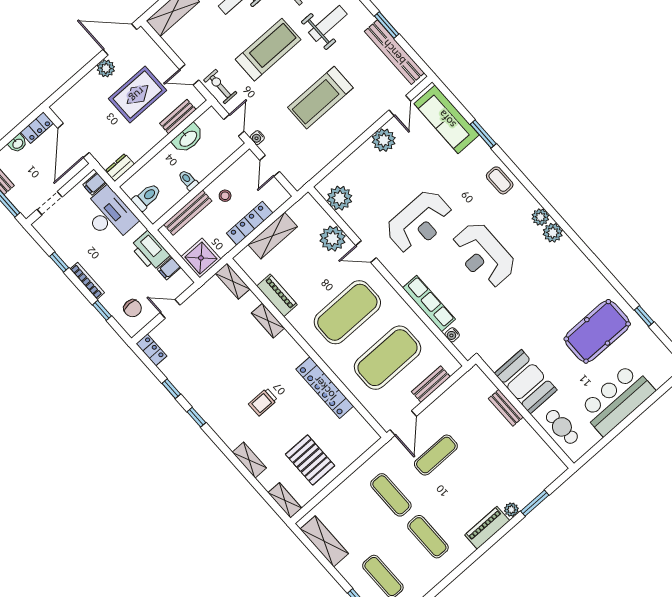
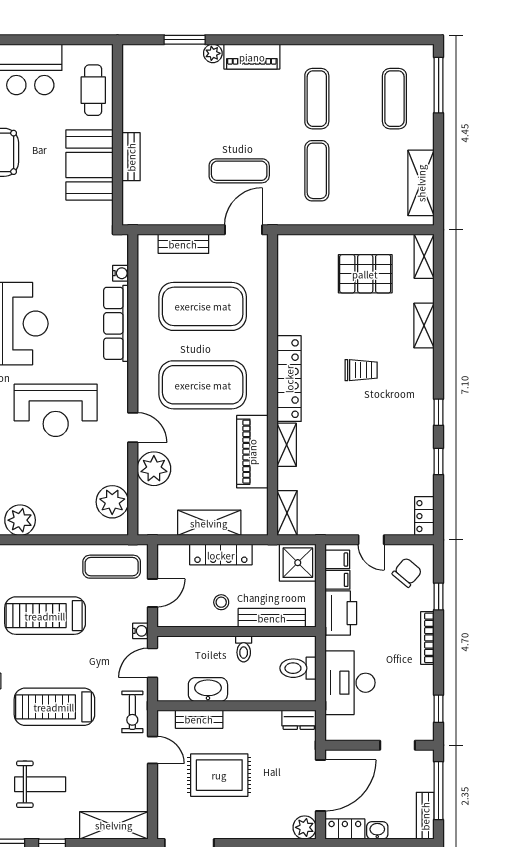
plant: (106, 68) -> (305, 827), moved
treadmill: (320, 98) -> (45, 616), turned 180
exercise mat: (307, 160) -> (112, 567), added
filing cabinet: (94, 184) -> (337, 559), moved
reception desk: (419, 222) -> (56, 410), turned 180
window: (59, 262) -> (439, 709), moved
piano: (277, 295) -> (252, 452), width x1.37, depth x1.33
chair: (133, 308) -> (407, 573), turned 40
locker: (325, 388) -> (289, 379), moved
pallet: (310, 460) -> (365, 274), turned 90

